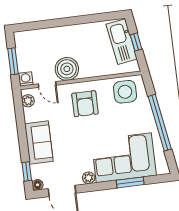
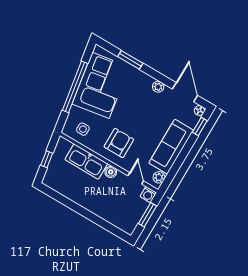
kitchen sink: (122, 42) -> (86, 162), moved, turned 99
boiler: (67, 69) -> (111, 172), width x0.54, depth x0.54
side table: (125, 92) -> (83, 129), width x0.54, depth x0.54
sofa: (39, 142) -> (171, 147), width x1.36
corner sofa: (124, 158) -> (101, 85), moved, turned -99

